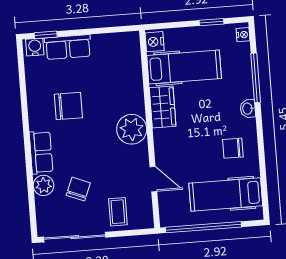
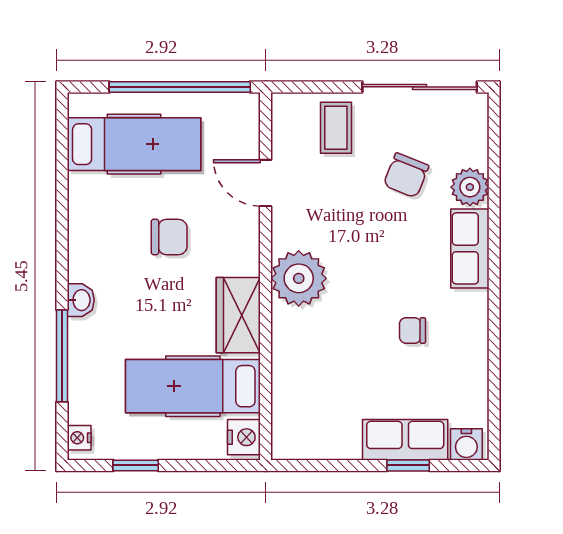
window: (46, 35) -> (408, 465), moved
chair: (68, 106) -> (413, 330), width x0.54, depth x0.54
chair: (233, 148) -> (169, 237), moved

